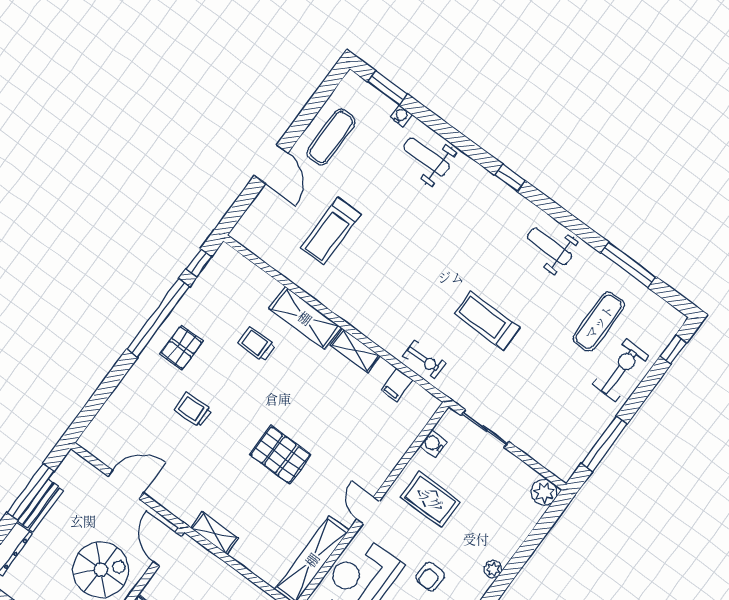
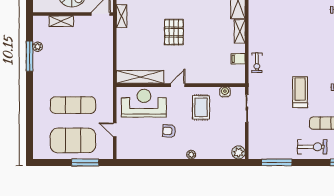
treadmill: (487, 321) -> (300, 92), moved
shelving: (215, 533) -> (122, 16), moved

